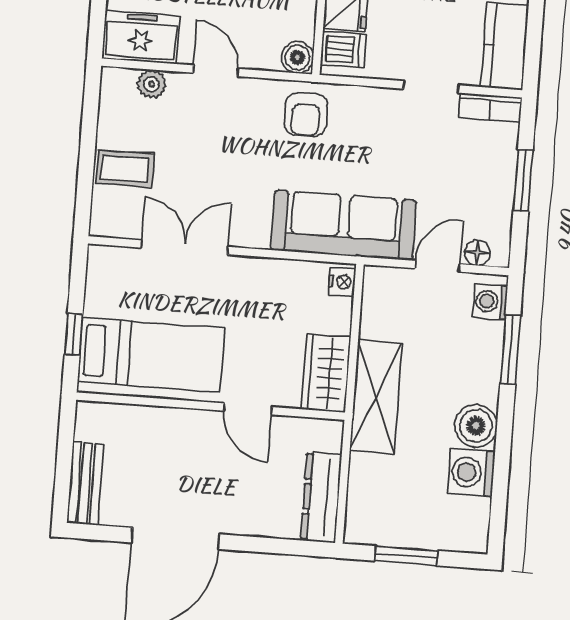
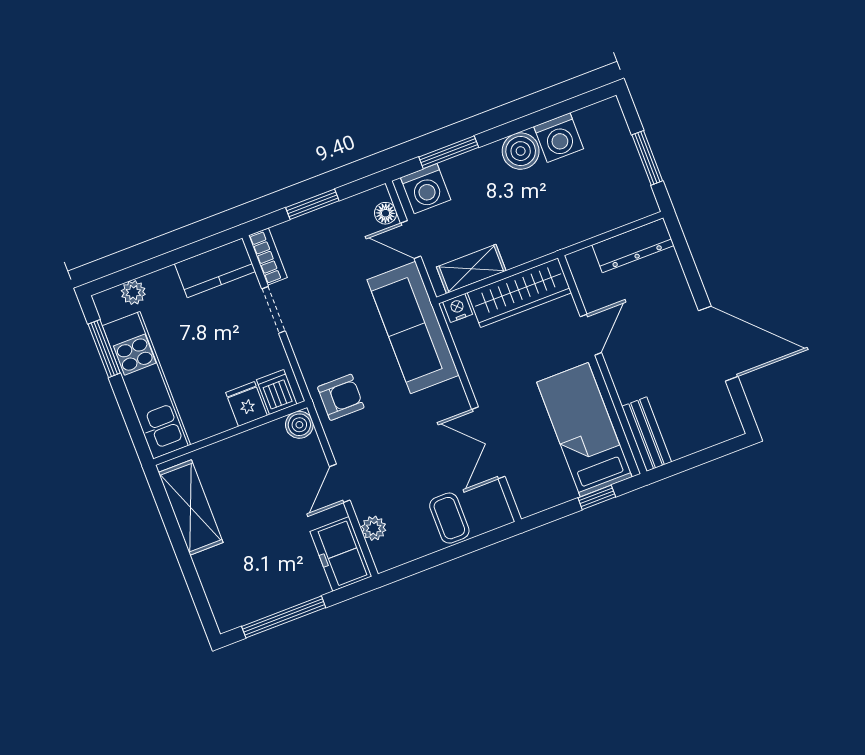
washing machine: (490, 301) -> (426, 189), width x1.38, depth x1.38
wardrobe: (326, 373) -> (519, 293), width x1.50
shelving: (376, 397) -> (471, 269), moved, width x0.67, depth x0.75
bench: (85, 483) -> (647, 434), moved, turned 90

